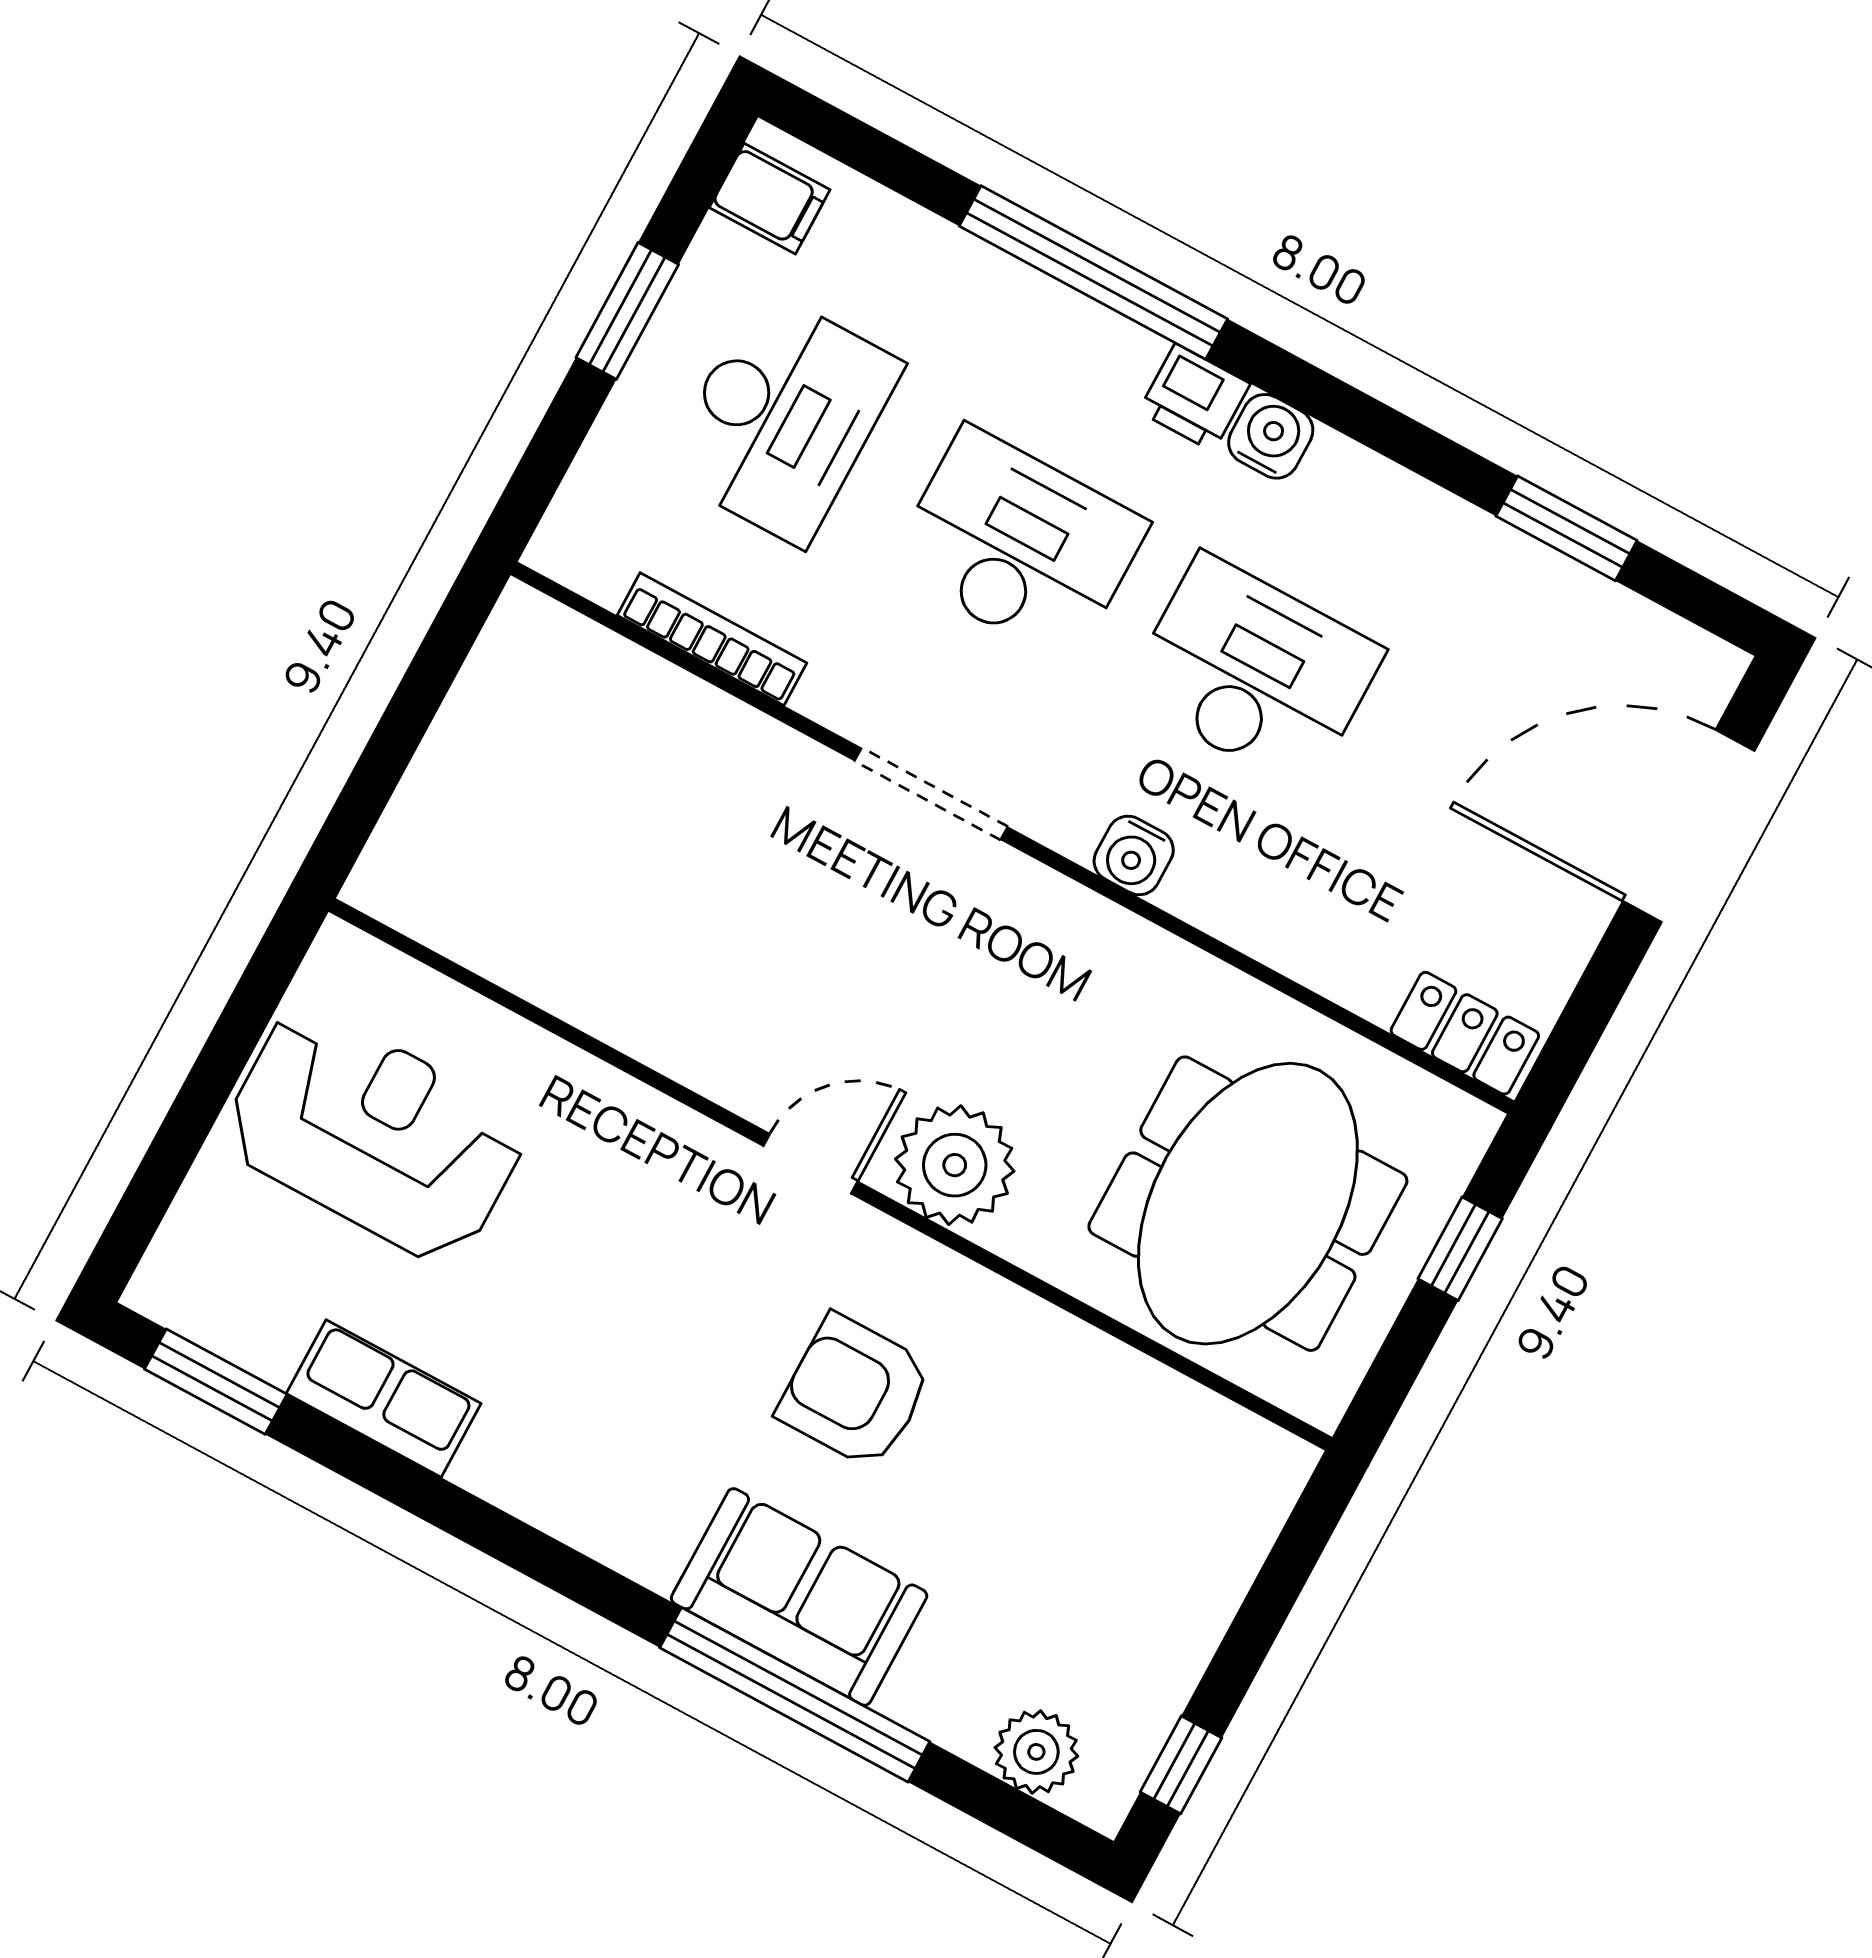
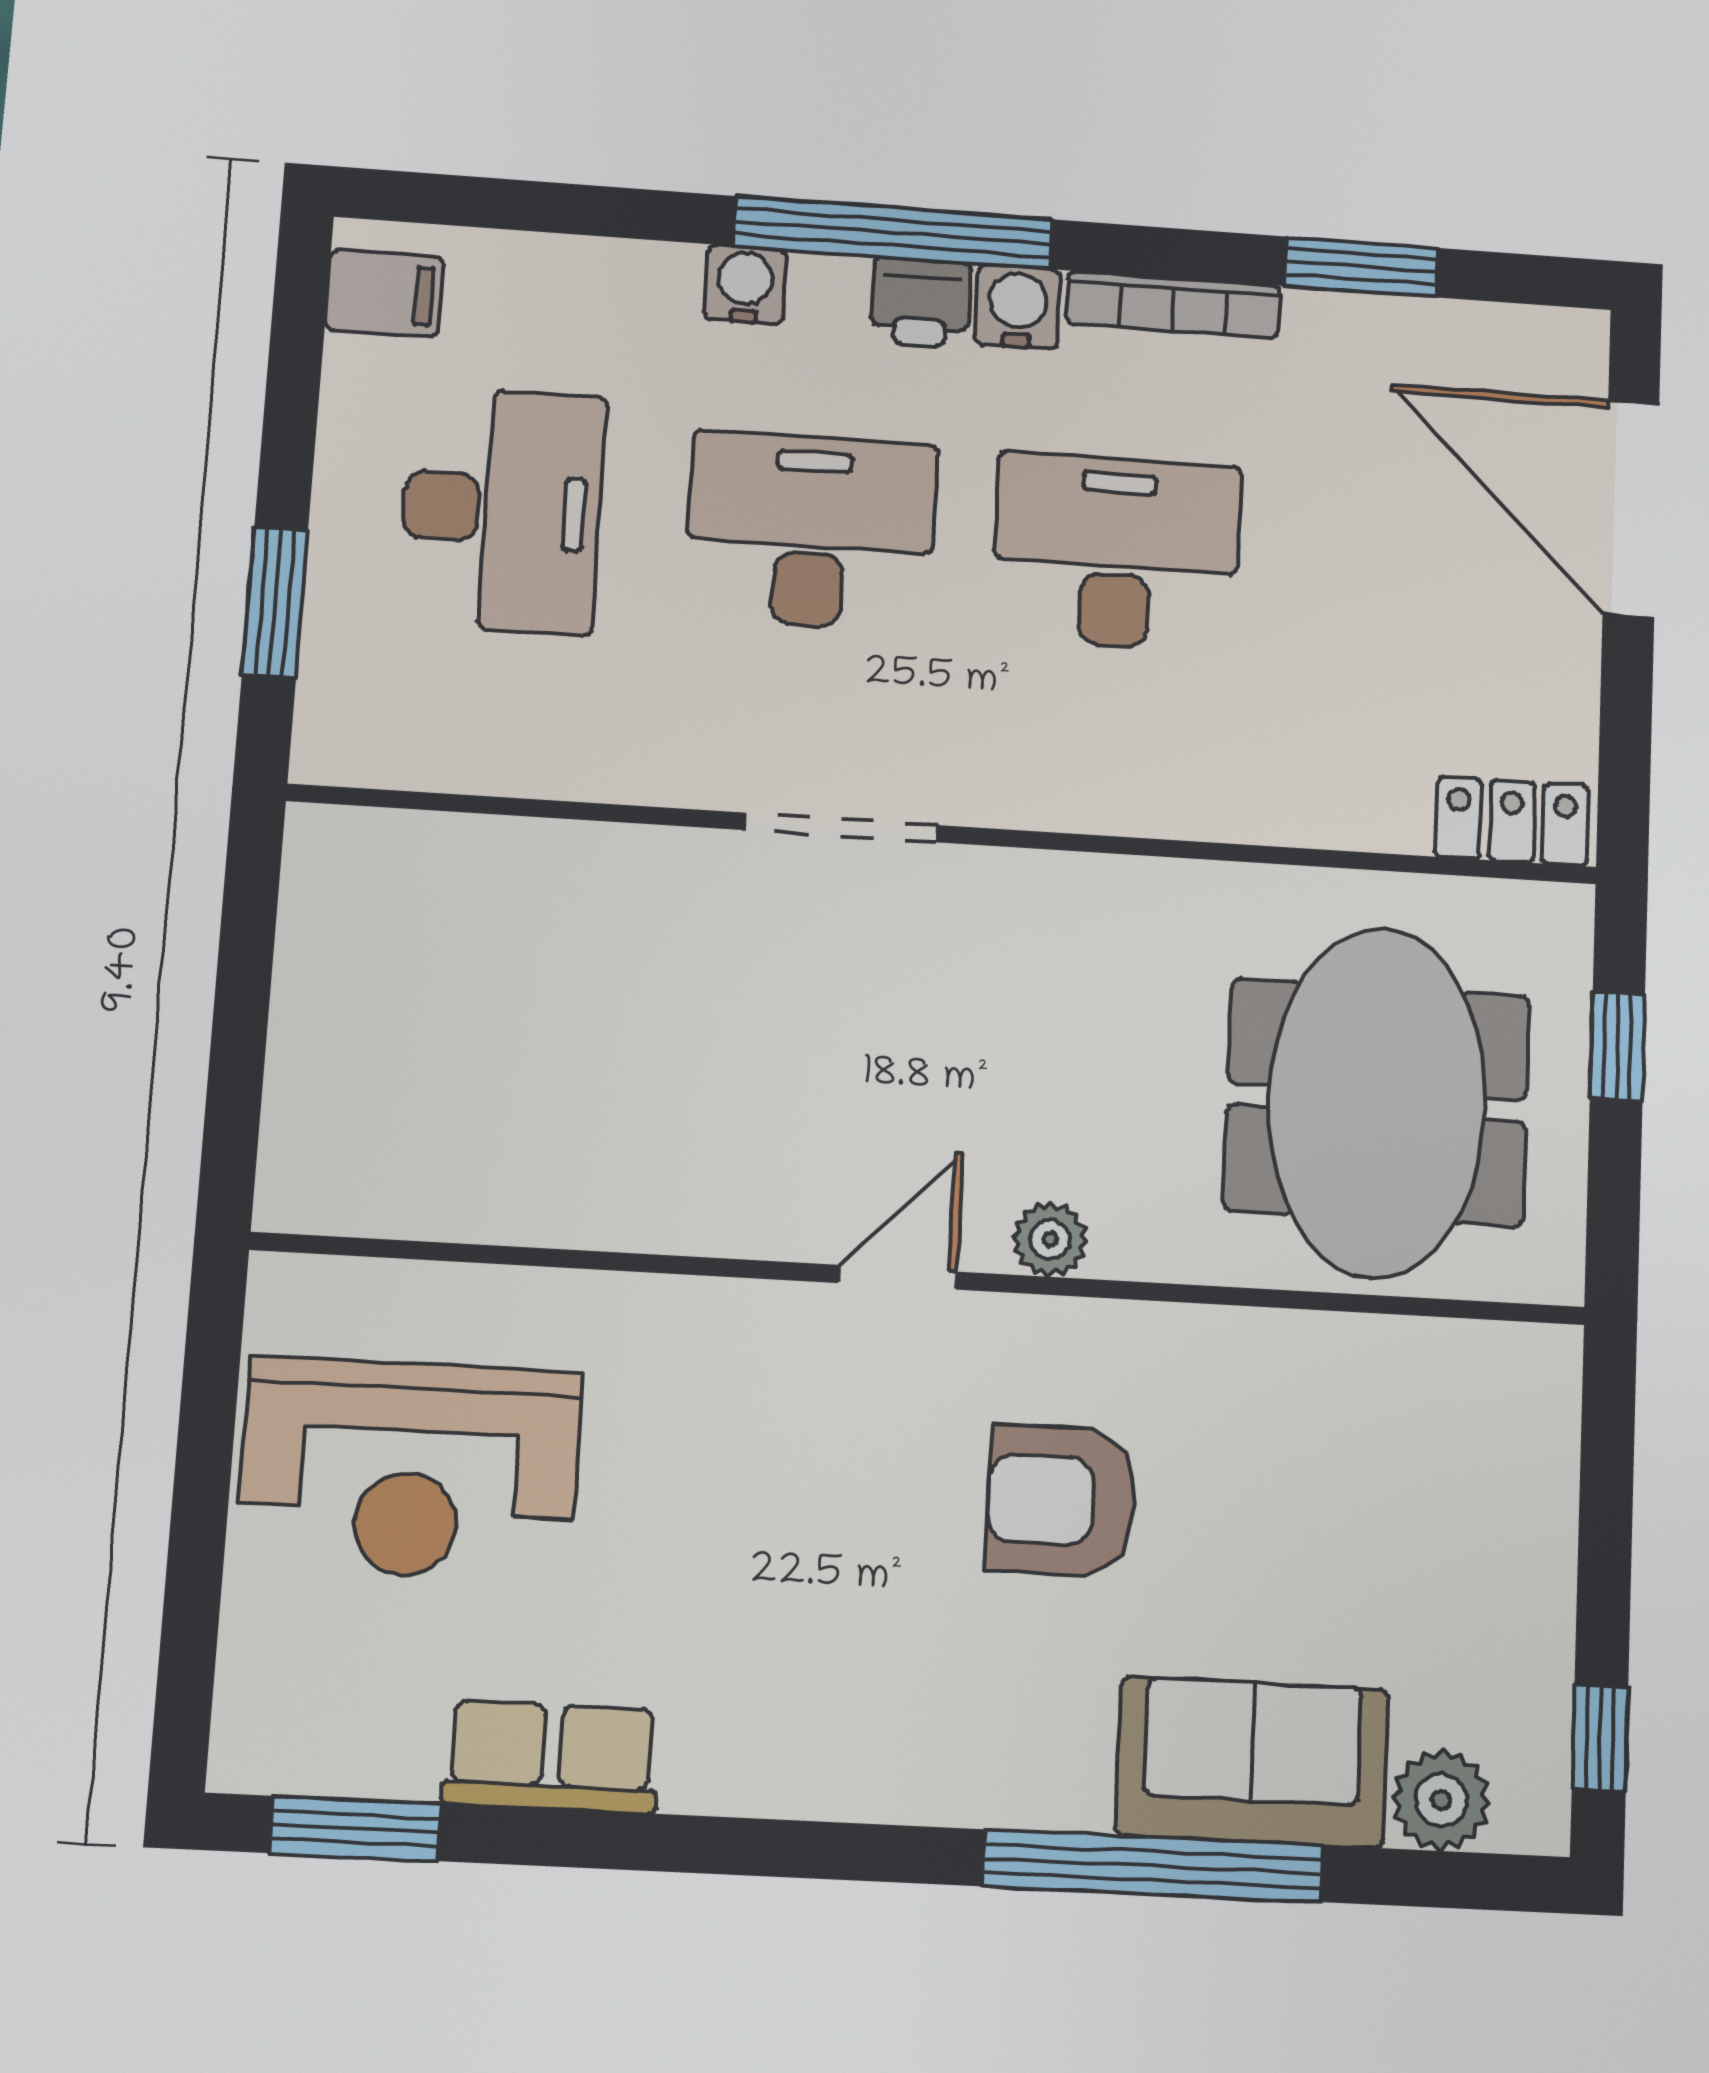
window: (1093, 272) -> (893, 233), moved
window: (627, 311) -> (275, 602), moved
bookcase: (712, 639) -> (1173, 304), moved, turned 180
door: (1689, 826) -> (1631, 508), hinge flipped
water cooler: (1134, 855) -> (745, 285), moved, turned 180
reception desk: (374, 1134) -> (409, 1469), turned 180
plant: (955, 1165) -> (1050, 1239), width x0.53, depth x0.53
sofa: (799, 1597) -> (1252, 1762), moved

